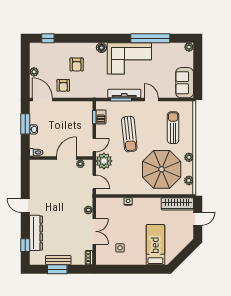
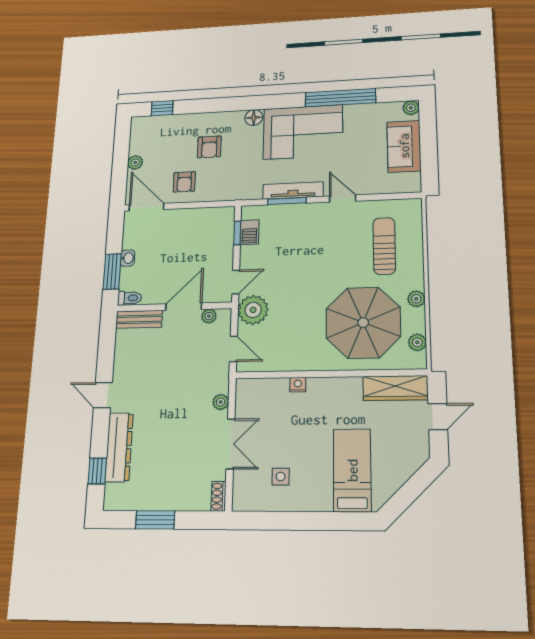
sofa: (185, 83) -> (404, 146), moved
window: (25, 124) -> (112, 271), moved
sun lounger: (129, 134) -> (301, 260), removed
bench: (58, 260) -> (139, 319), moved

